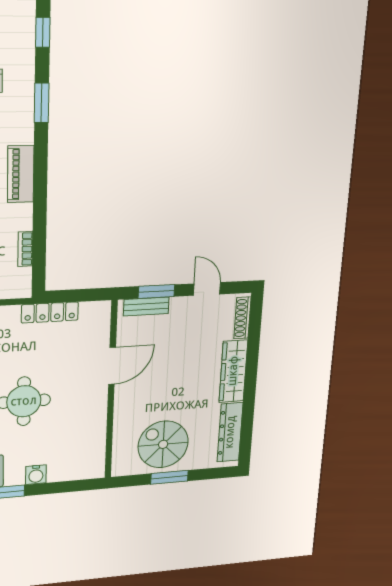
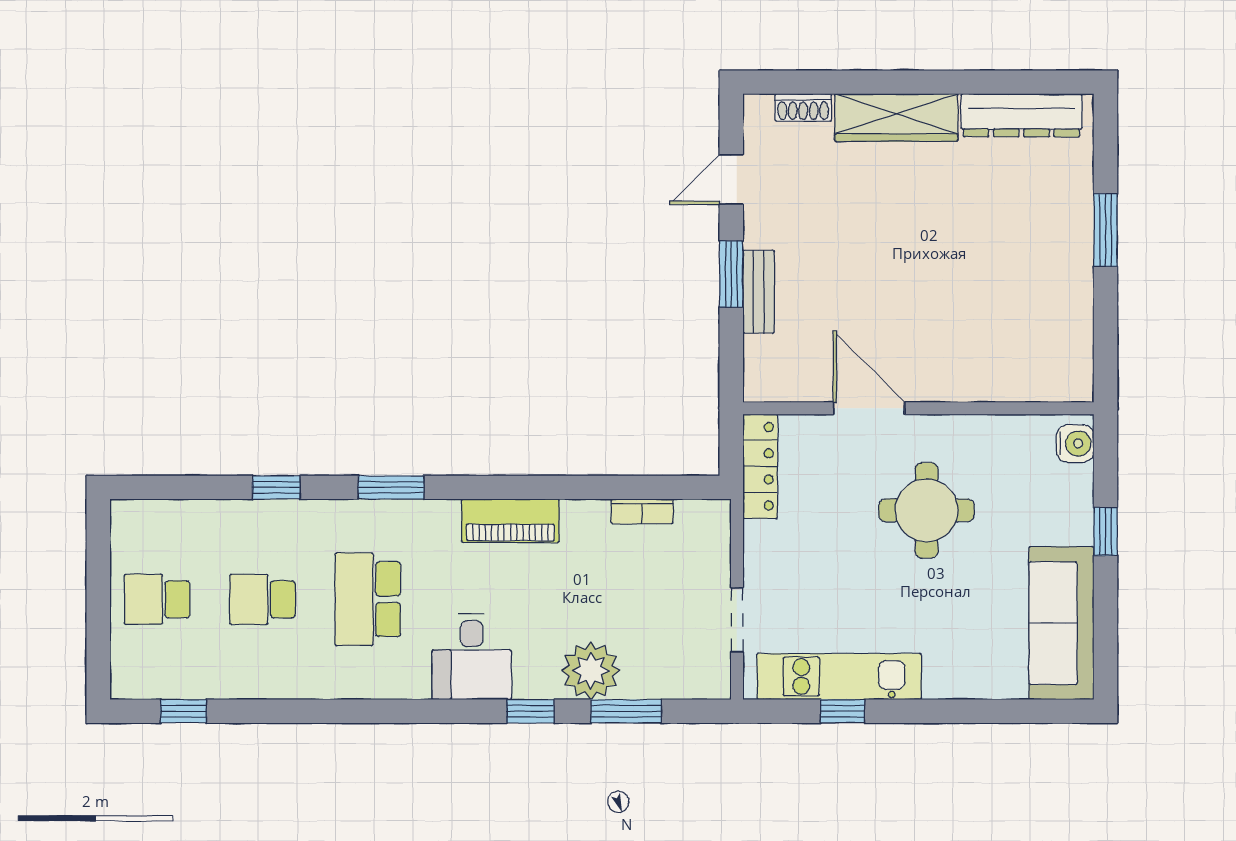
shoe rack: (242, 318) -> (803, 108), width x0.70
door: (112, 366) -> (869, 408), moved
wall: (111, 391) -> (918, 408), moved
spiral stairs: (163, 444) -> (1035, 246), removed
water cooler: (36, 475) -> (1075, 443), moved

